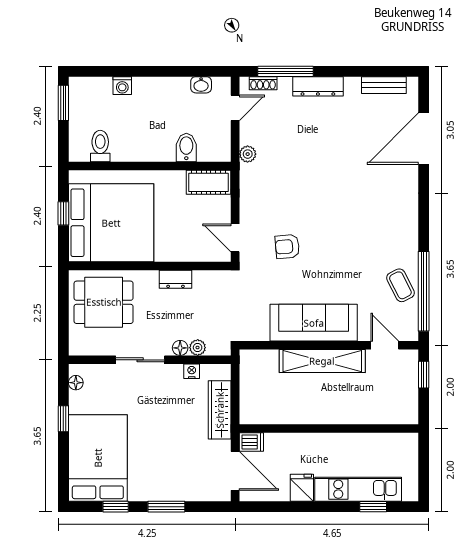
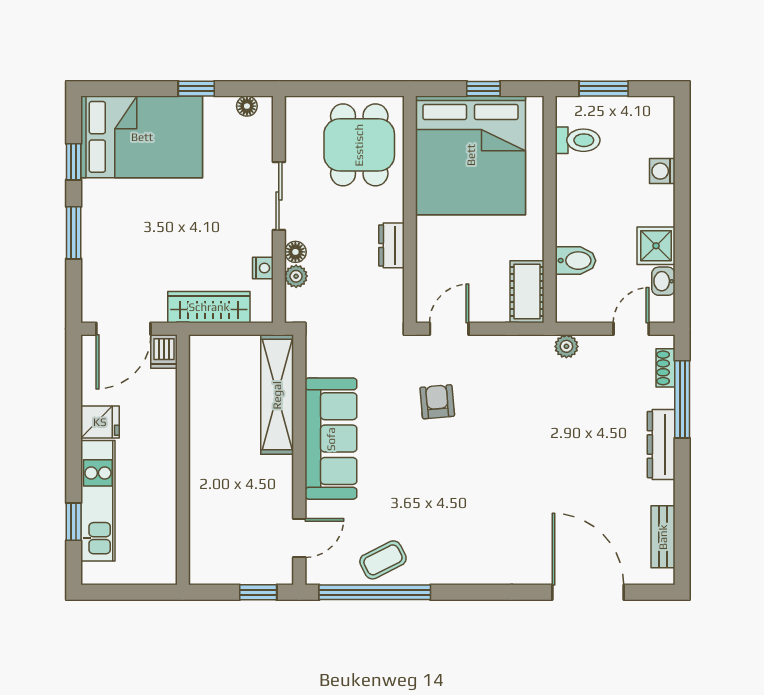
shower: (176, 90) -> (656, 246), added
window: (63, 103) -> (604, 89), moved
door: (235, 108) -> (631, 329), swing flipped
shelving: (322, 361) -> (277, 395), moved

